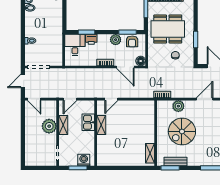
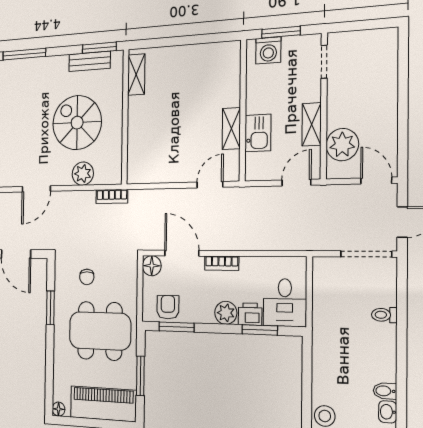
plant: (116, 40) -> (226, 313), moved
plant: (49, 126) -> (342, 145), moved
spiral stairs: (182, 132) -> (77, 123), turned -90

